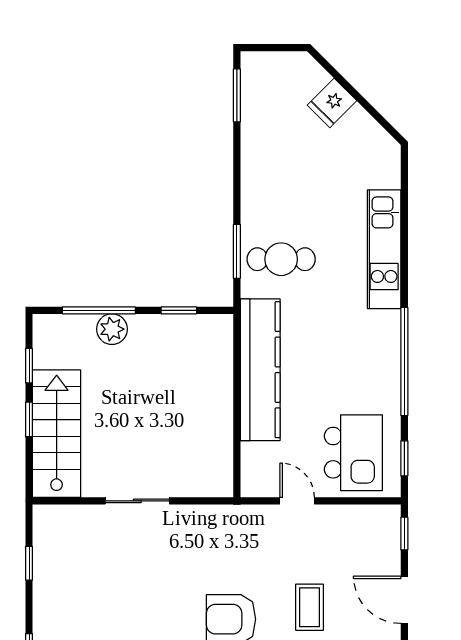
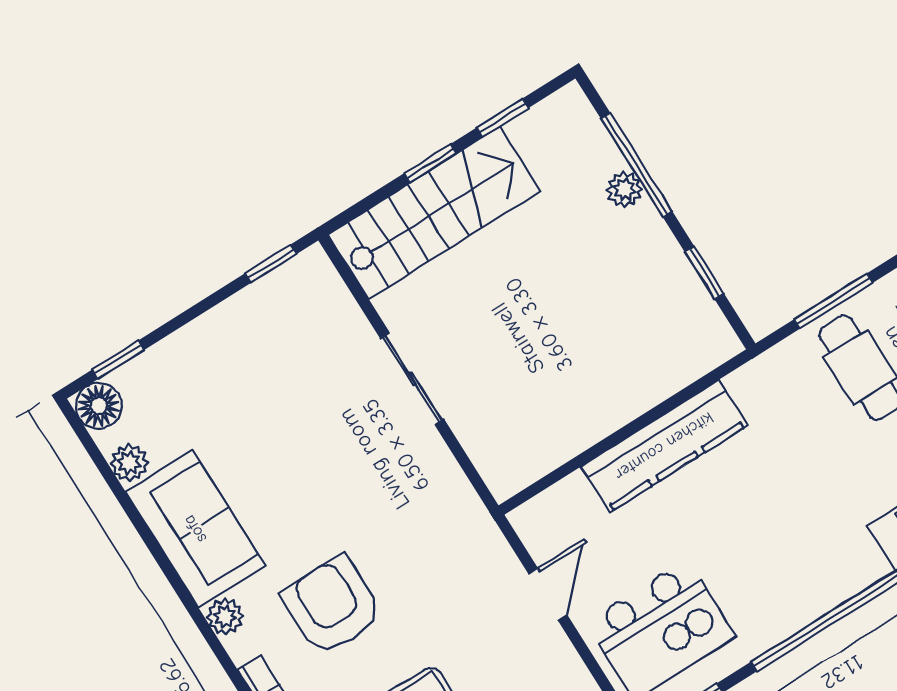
plant: (112, 329) -> (624, 189), width x0.73, depth x0.73
kitchen counter: (260, 370) -> (664, 446), width x0.72, depth x0.86
window: (29, 563) -> (271, 264), moved

